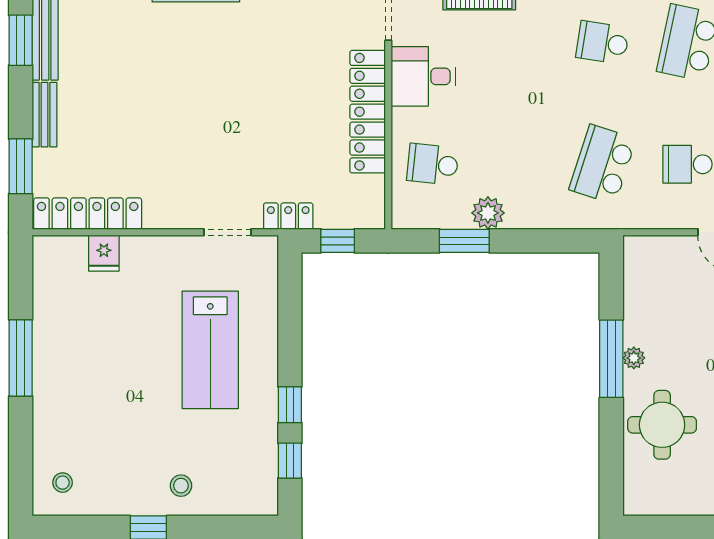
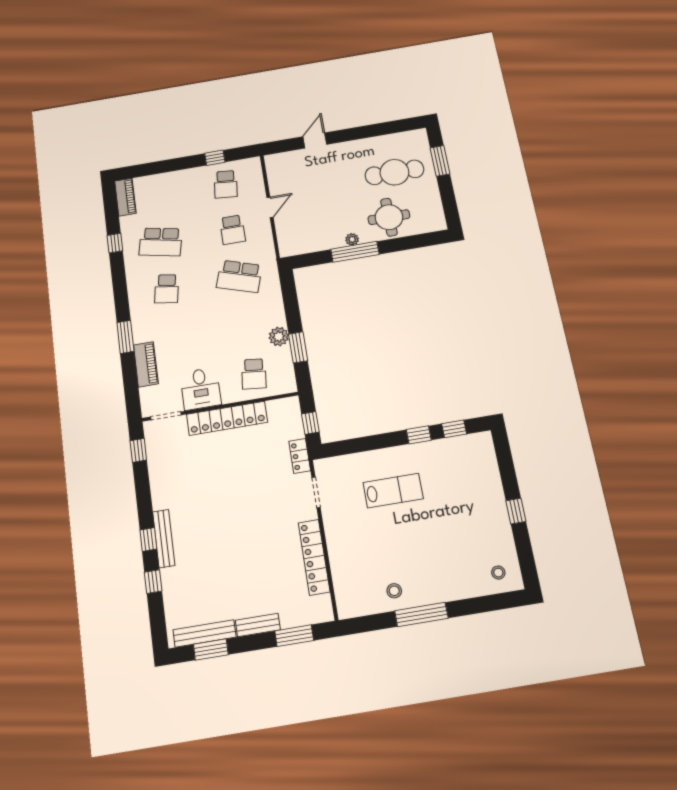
locker: (88, 214) -> (314, 557), moved
fridge: (104, 253) -> (343, 570), removed
lab bench: (210, 350) -> (393, 491), width x0.73, depth x0.72
stool: (181, 486) -> (394, 591), moved

